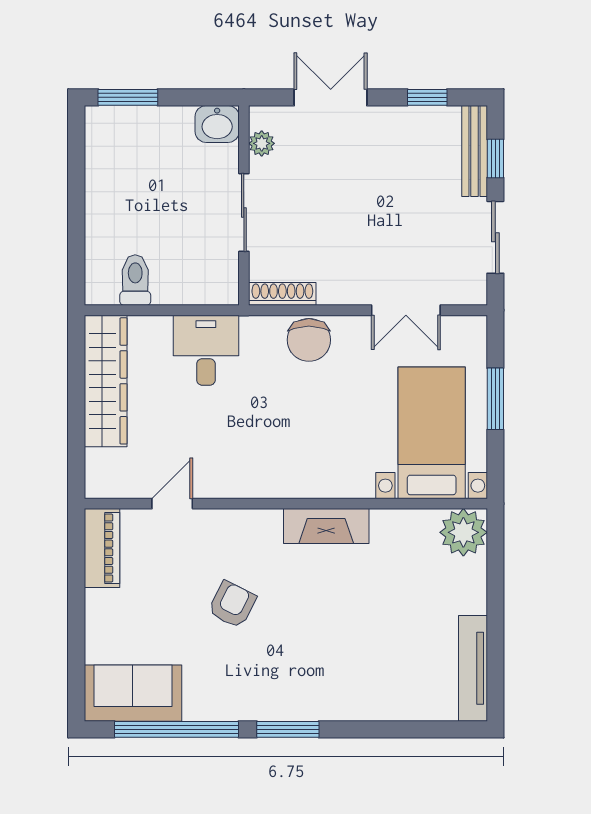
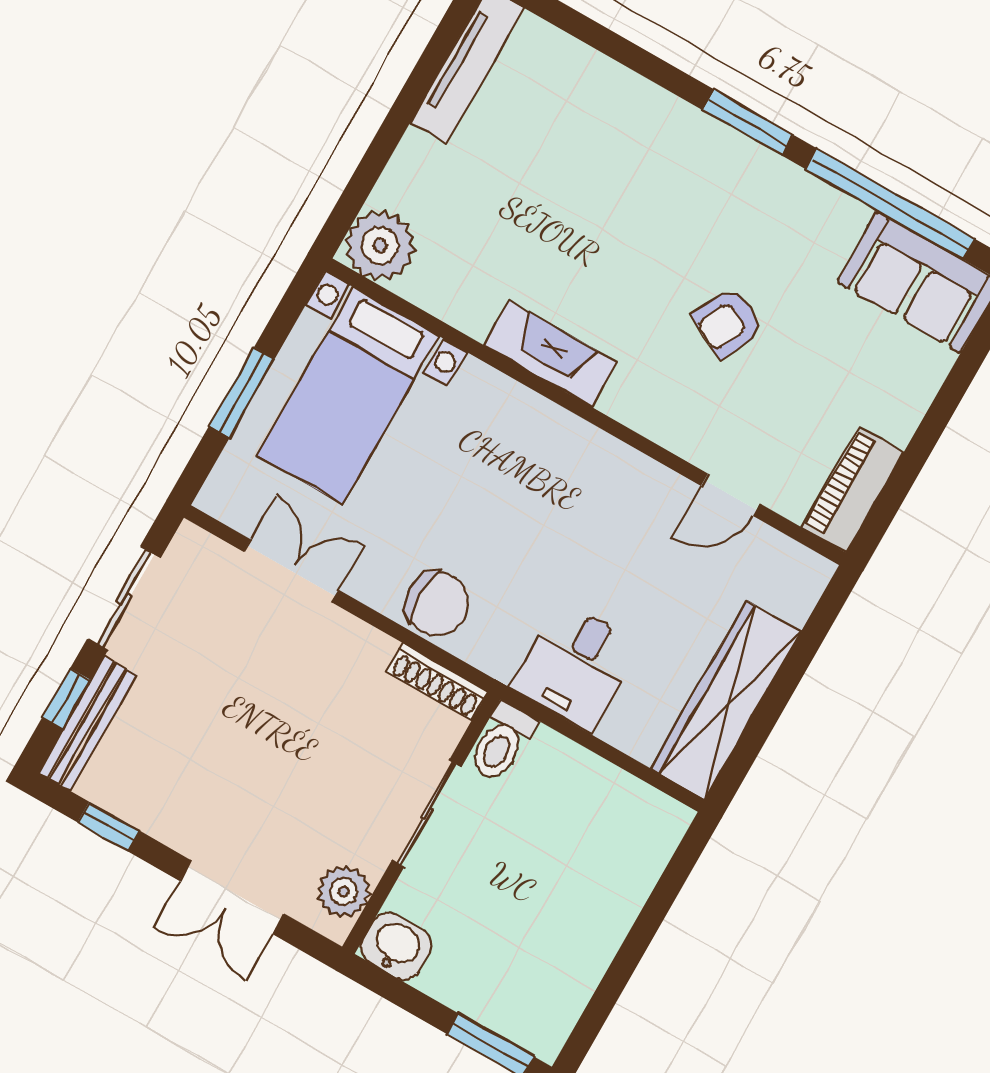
plant: (262, 143) -> (344, 891), width x1.38, depth x1.38
toilet: (135, 280) -> (502, 742), moved
chair: (309, 340) -> (437, 604), turned 90

